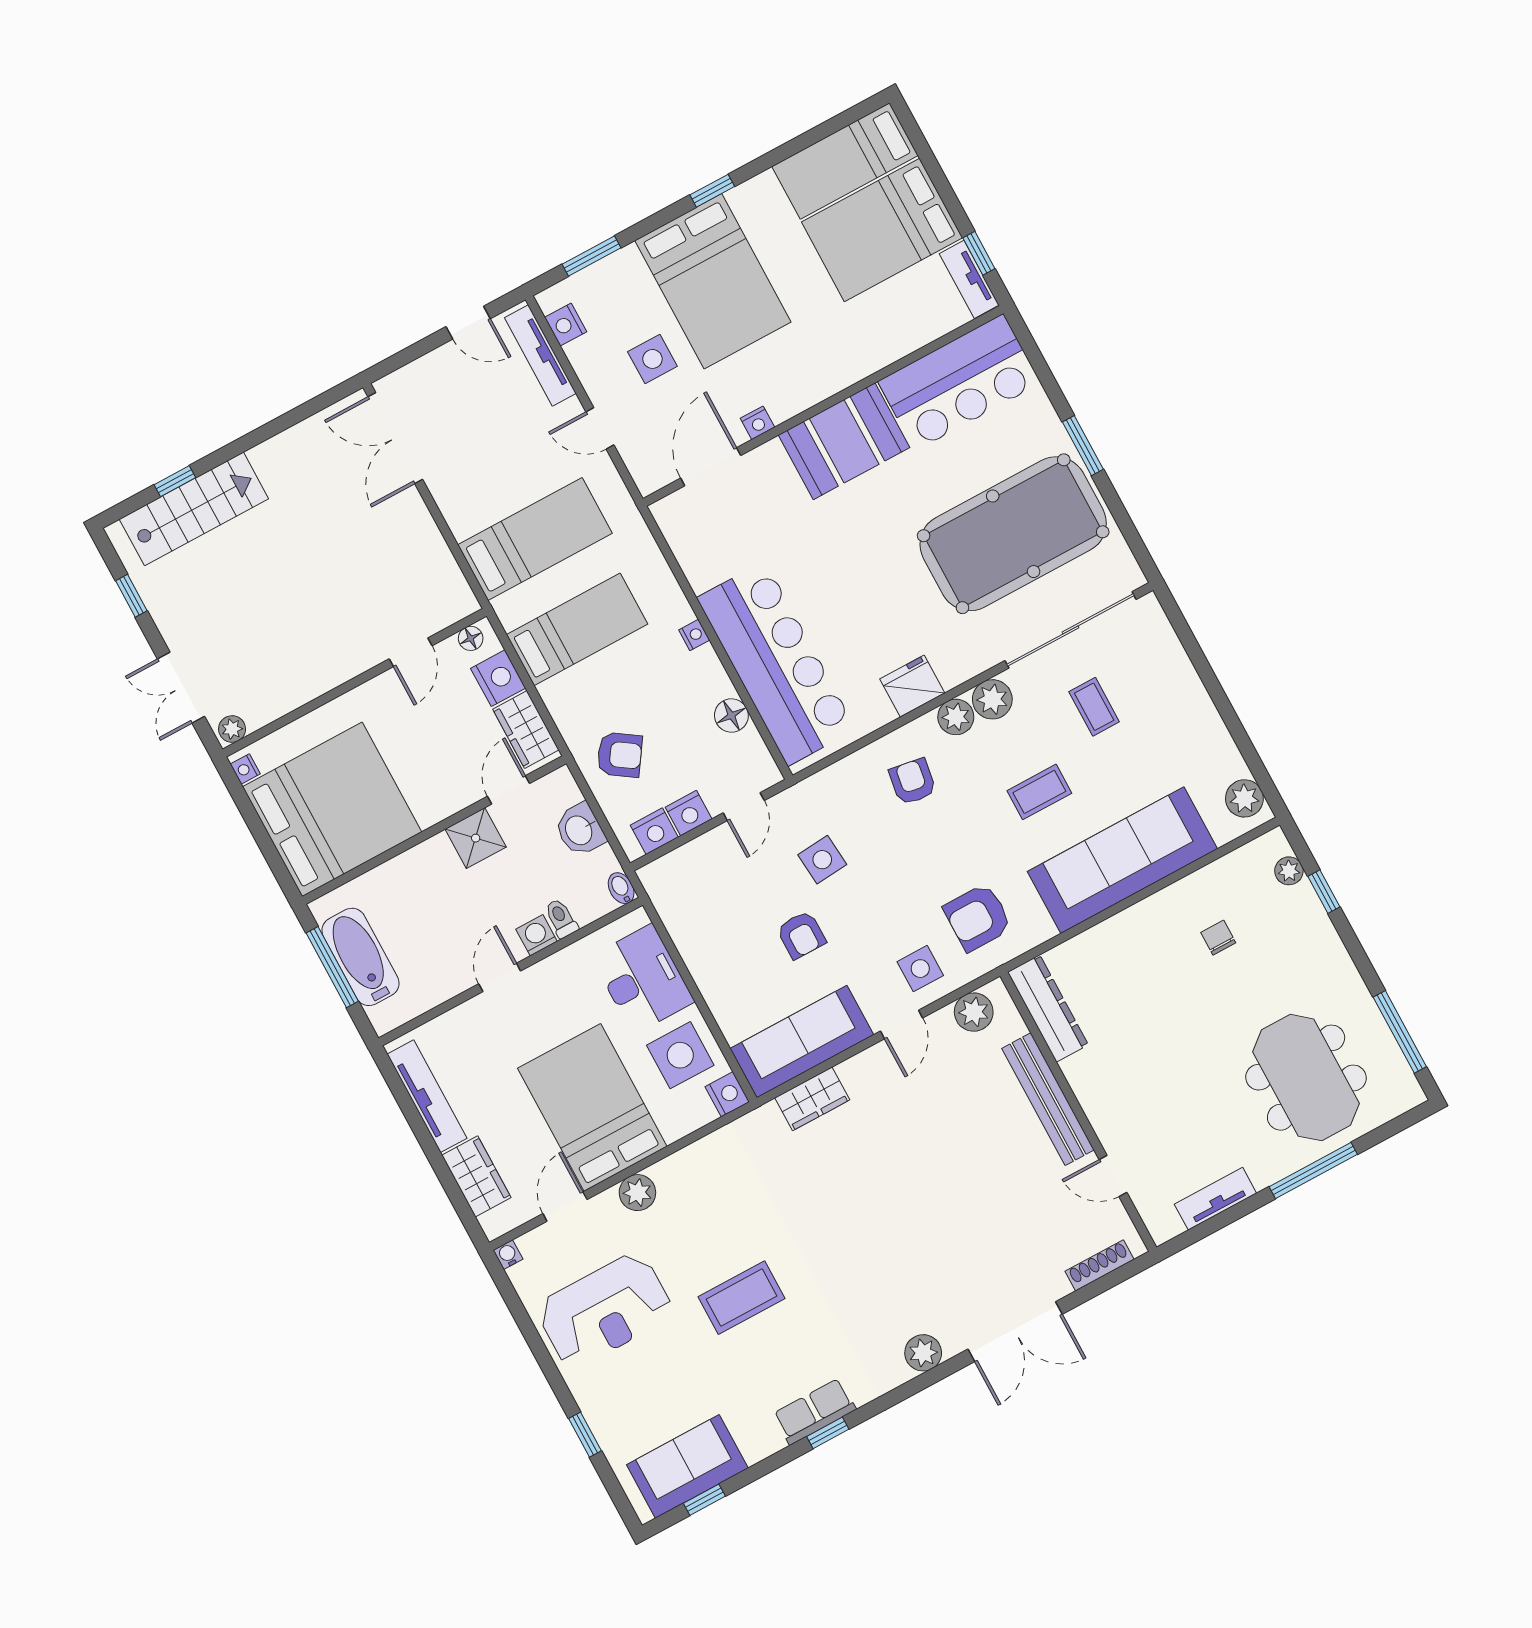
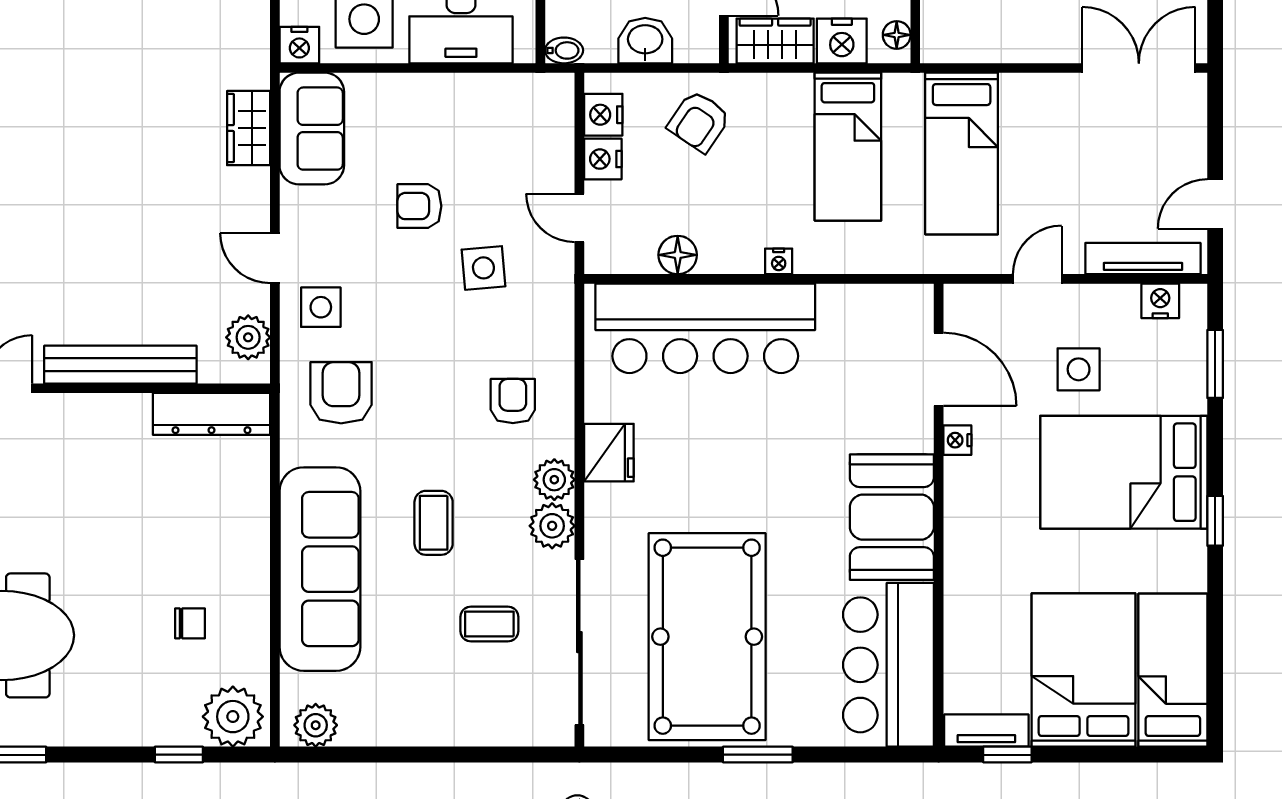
armchair: (913, 782) -> (513, 401), turned -99
plant: (1289, 871) -> (233, 717), width x1.88, depth x1.88
sofa: (802, 1042) -> (312, 129), width x0.73

